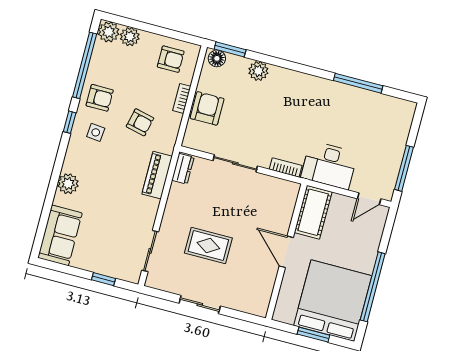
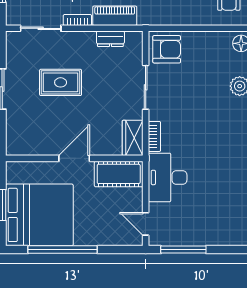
bookcase: (182, 98) -> (77, 20), moved
armchair: (207, 108) -> (167, 49), moved
dresser: (183, 169) -> (110, 39), moved
wardrobe: (281, 189) -> (133, 138), added
rug: (208, 245) -> (61, 82), turned 90

